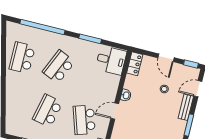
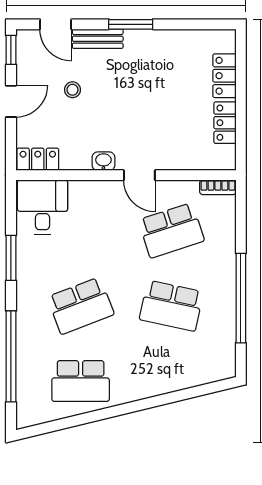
school desk: (59, 67) -> (81, 306), turned -45

